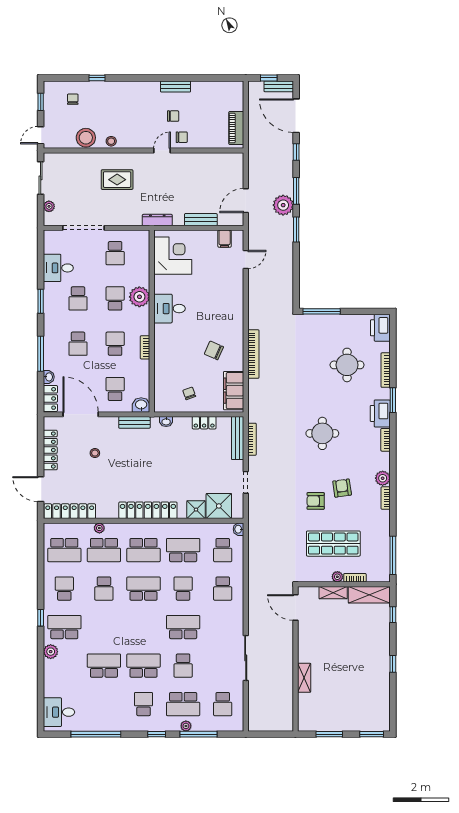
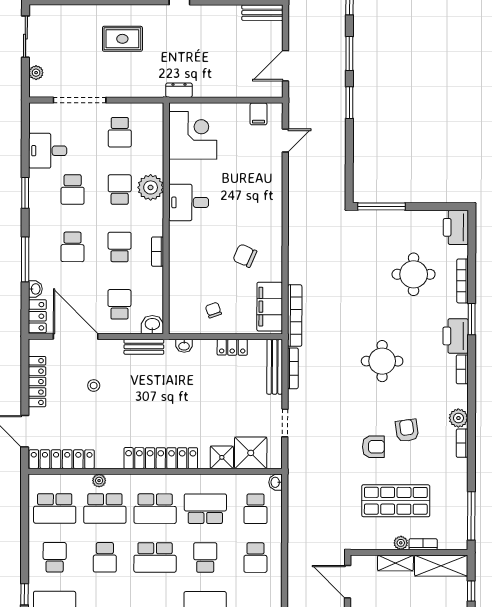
plant: (283, 205) -> (333, 72), removed
dresser: (157, 220) -> (179, 90), width x0.70
bench: (201, 220) -> (262, 13), moved
bookcase: (253, 354) -> (295, 315), moved
armchair: (316, 501) -> (373, 447), turned 180
school desk: (144, 589) -> (155, 557), turned 180

